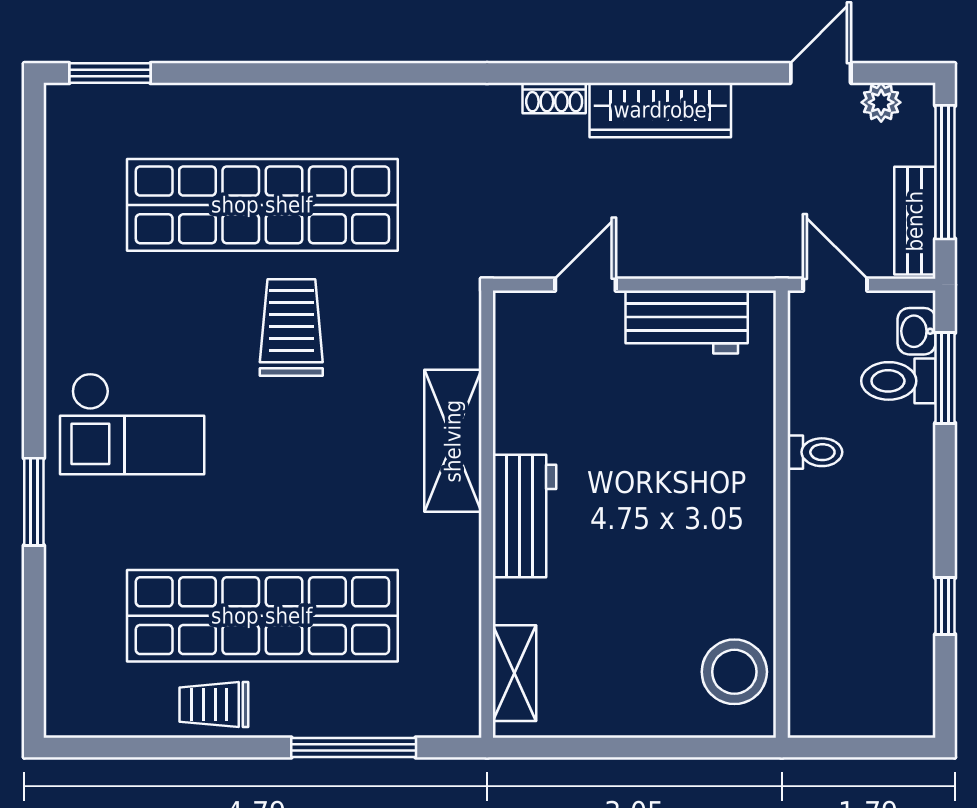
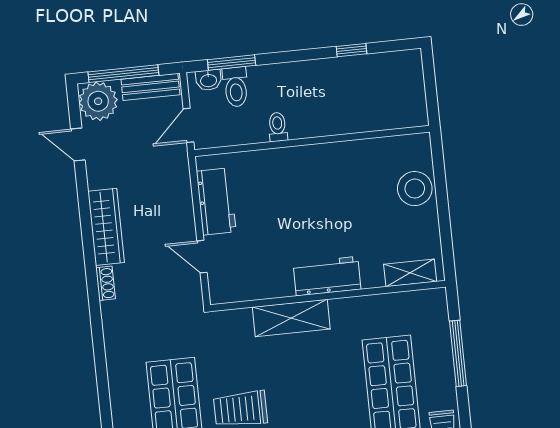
plant: (881, 102) -> (98, 101), width x1.87, depth x1.87
stool: (734, 672) -> (415, 189), moved

